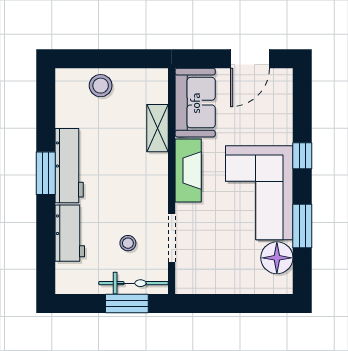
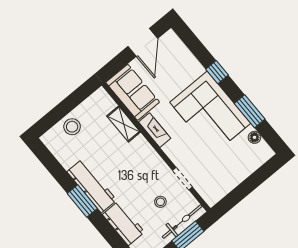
fireplace: (188, 171) -> (155, 130), width x0.73, depth x0.76
doorway: (172, 238) -> (183, 179), width x0.73
floor lamp: (277, 258) -> (254, 137), width x0.53, depth x0.53

